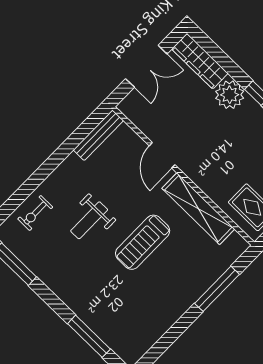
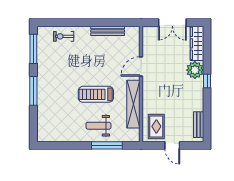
bench: (98, 135) -> (108, 31), moved
weight bench: (89, 220) -> (98, 126), moved
window: (89, 336) -> (33, 91), moved

